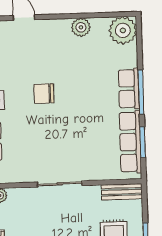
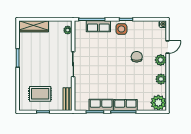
plant: (47, 29) -> (161, 60), added
chair: (44, 94) -> (137, 57), moved
row of seats: (130, 142) -> (101, 105), width x0.68

